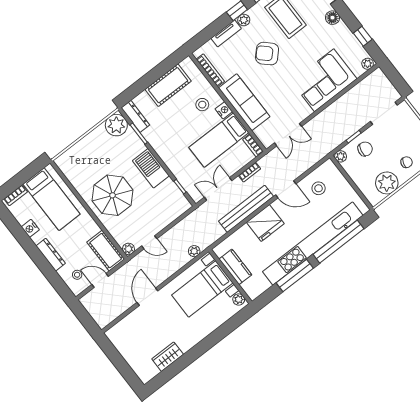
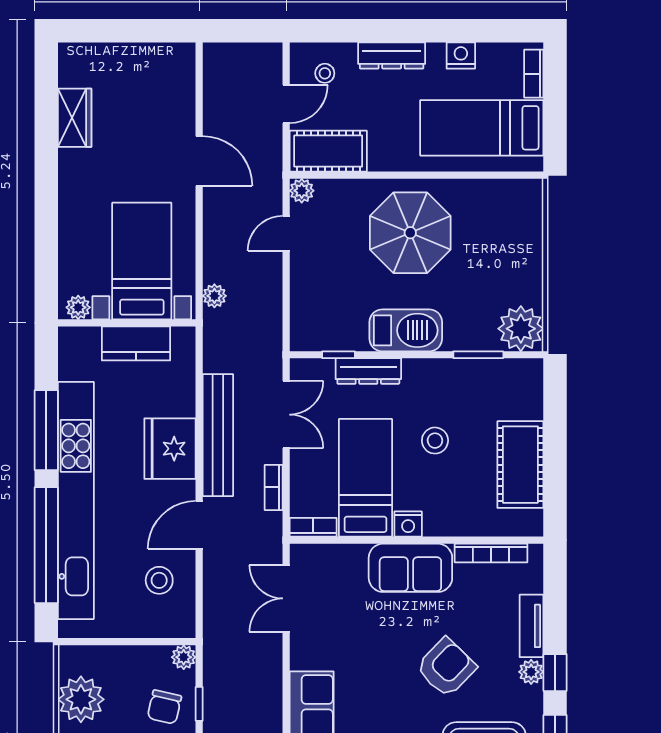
sofa: (244, 102) -> (410, 568), width x0.73
stool: (202, 105) -> (435, 441), moved
dresser: (135, 116) -> (368, 371), moved

